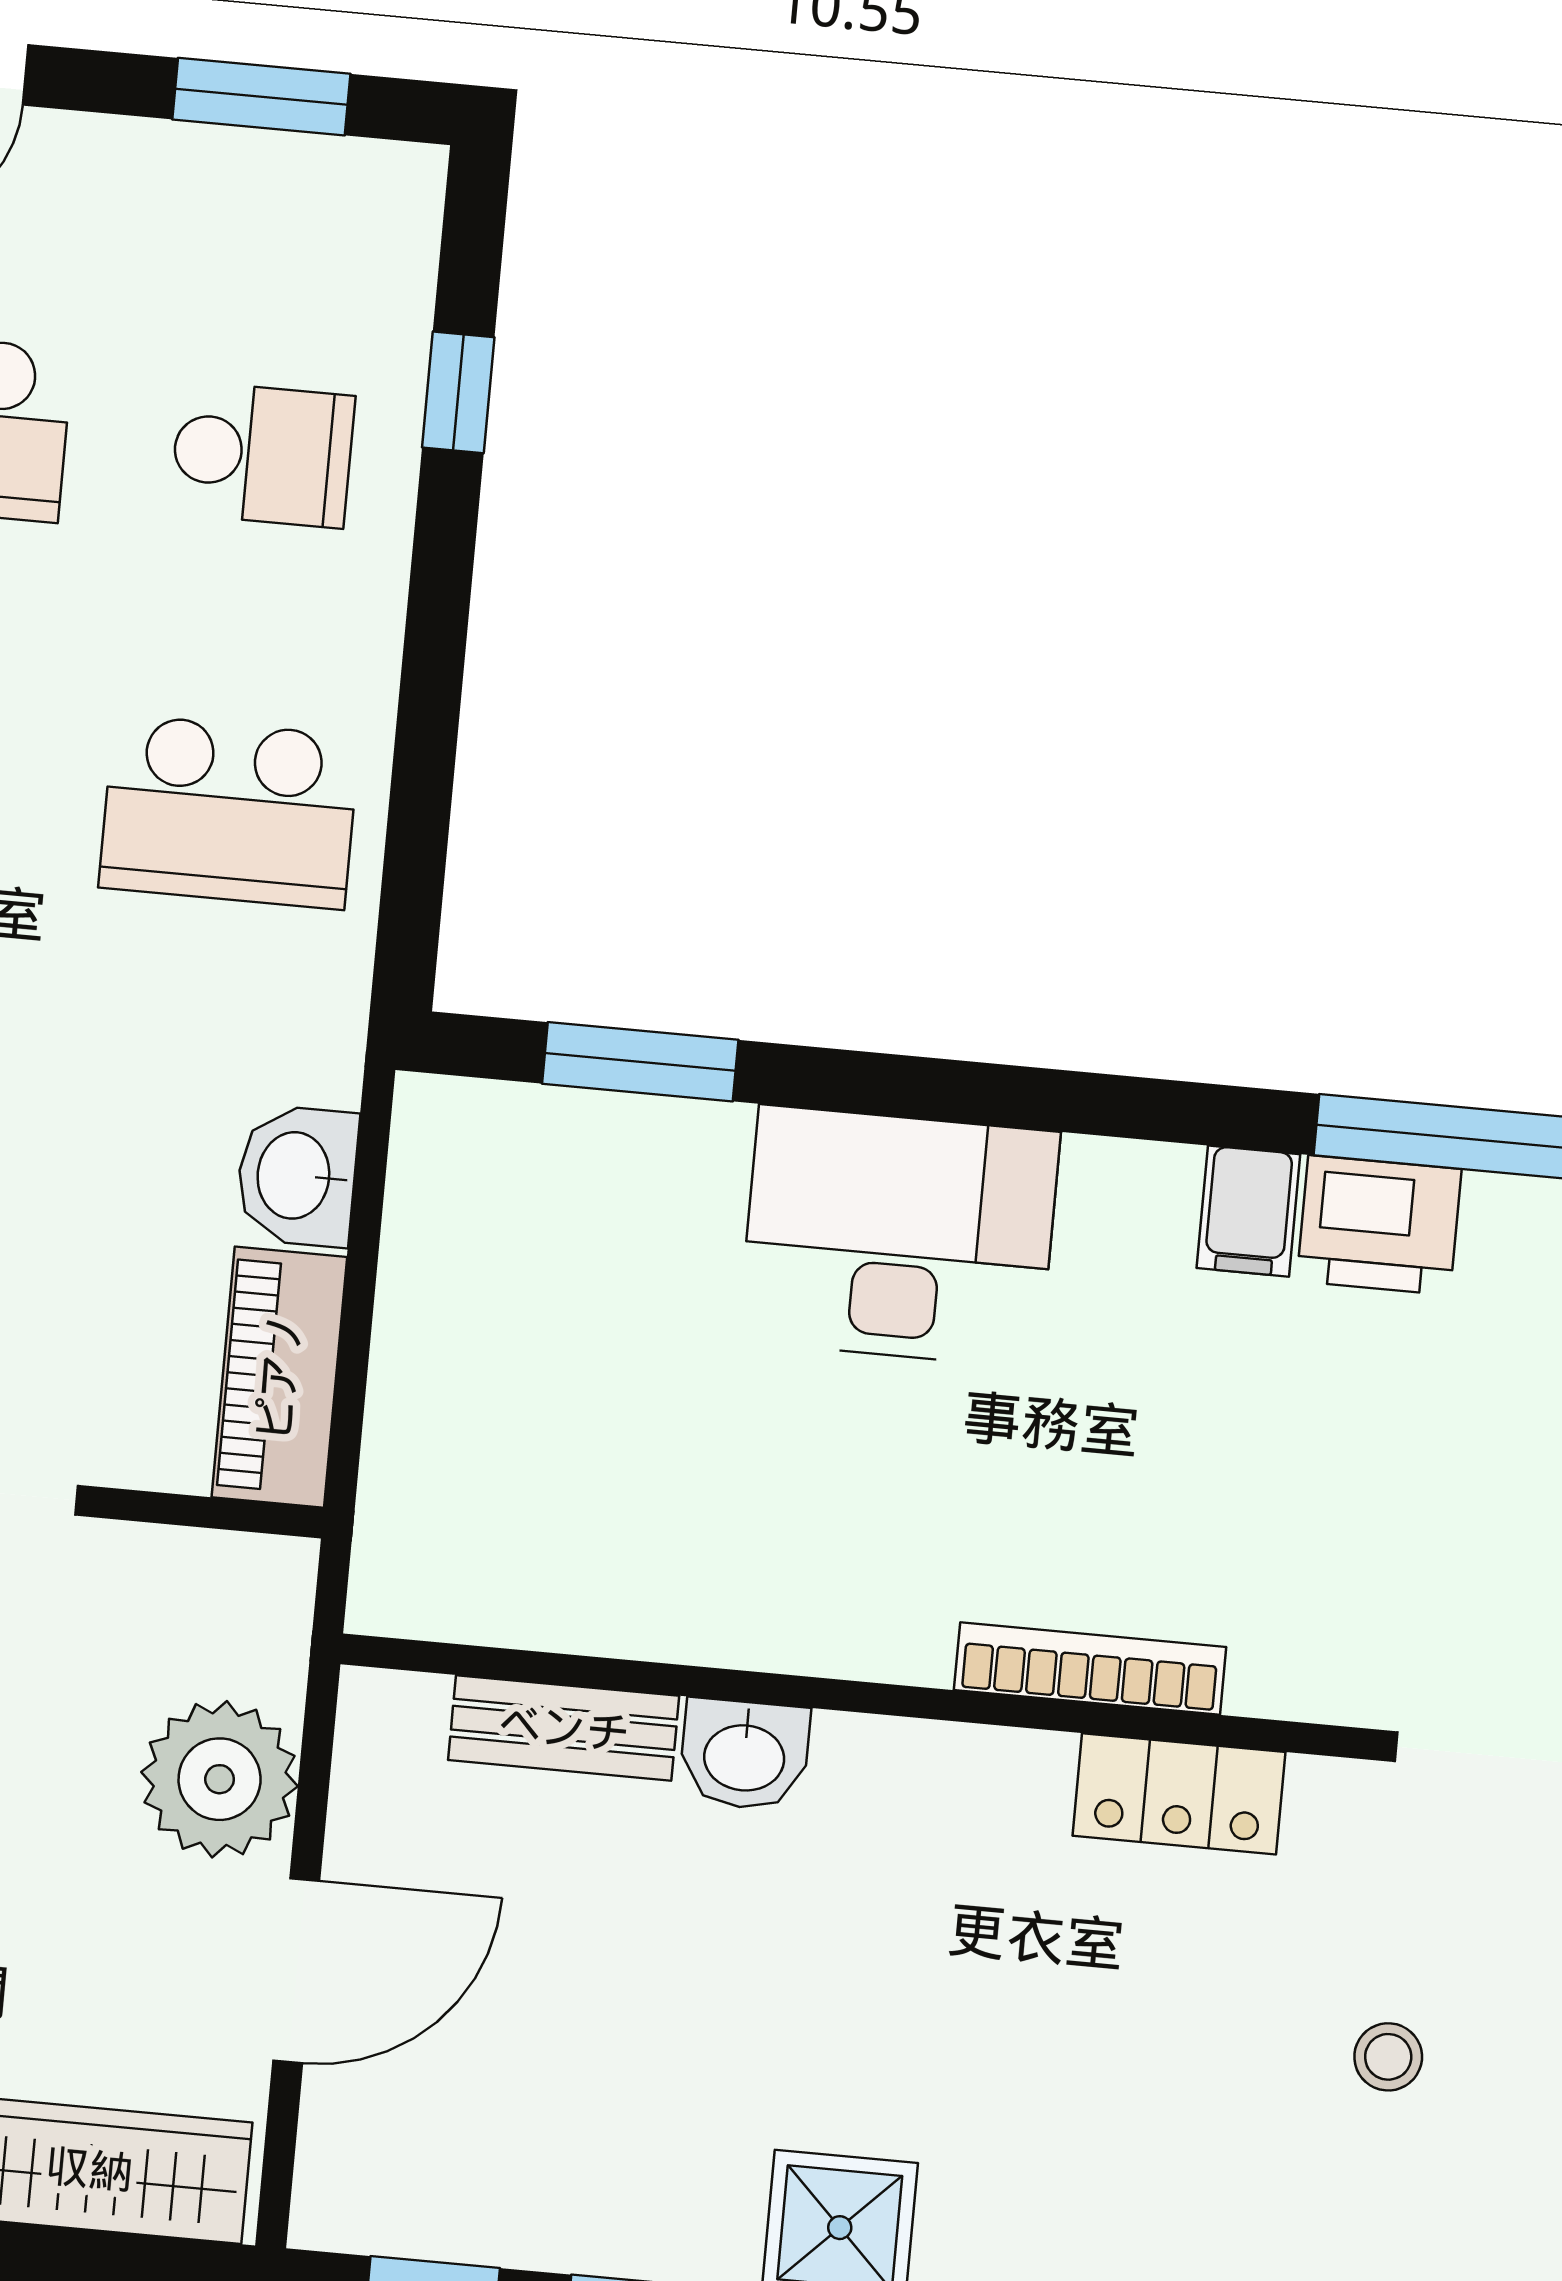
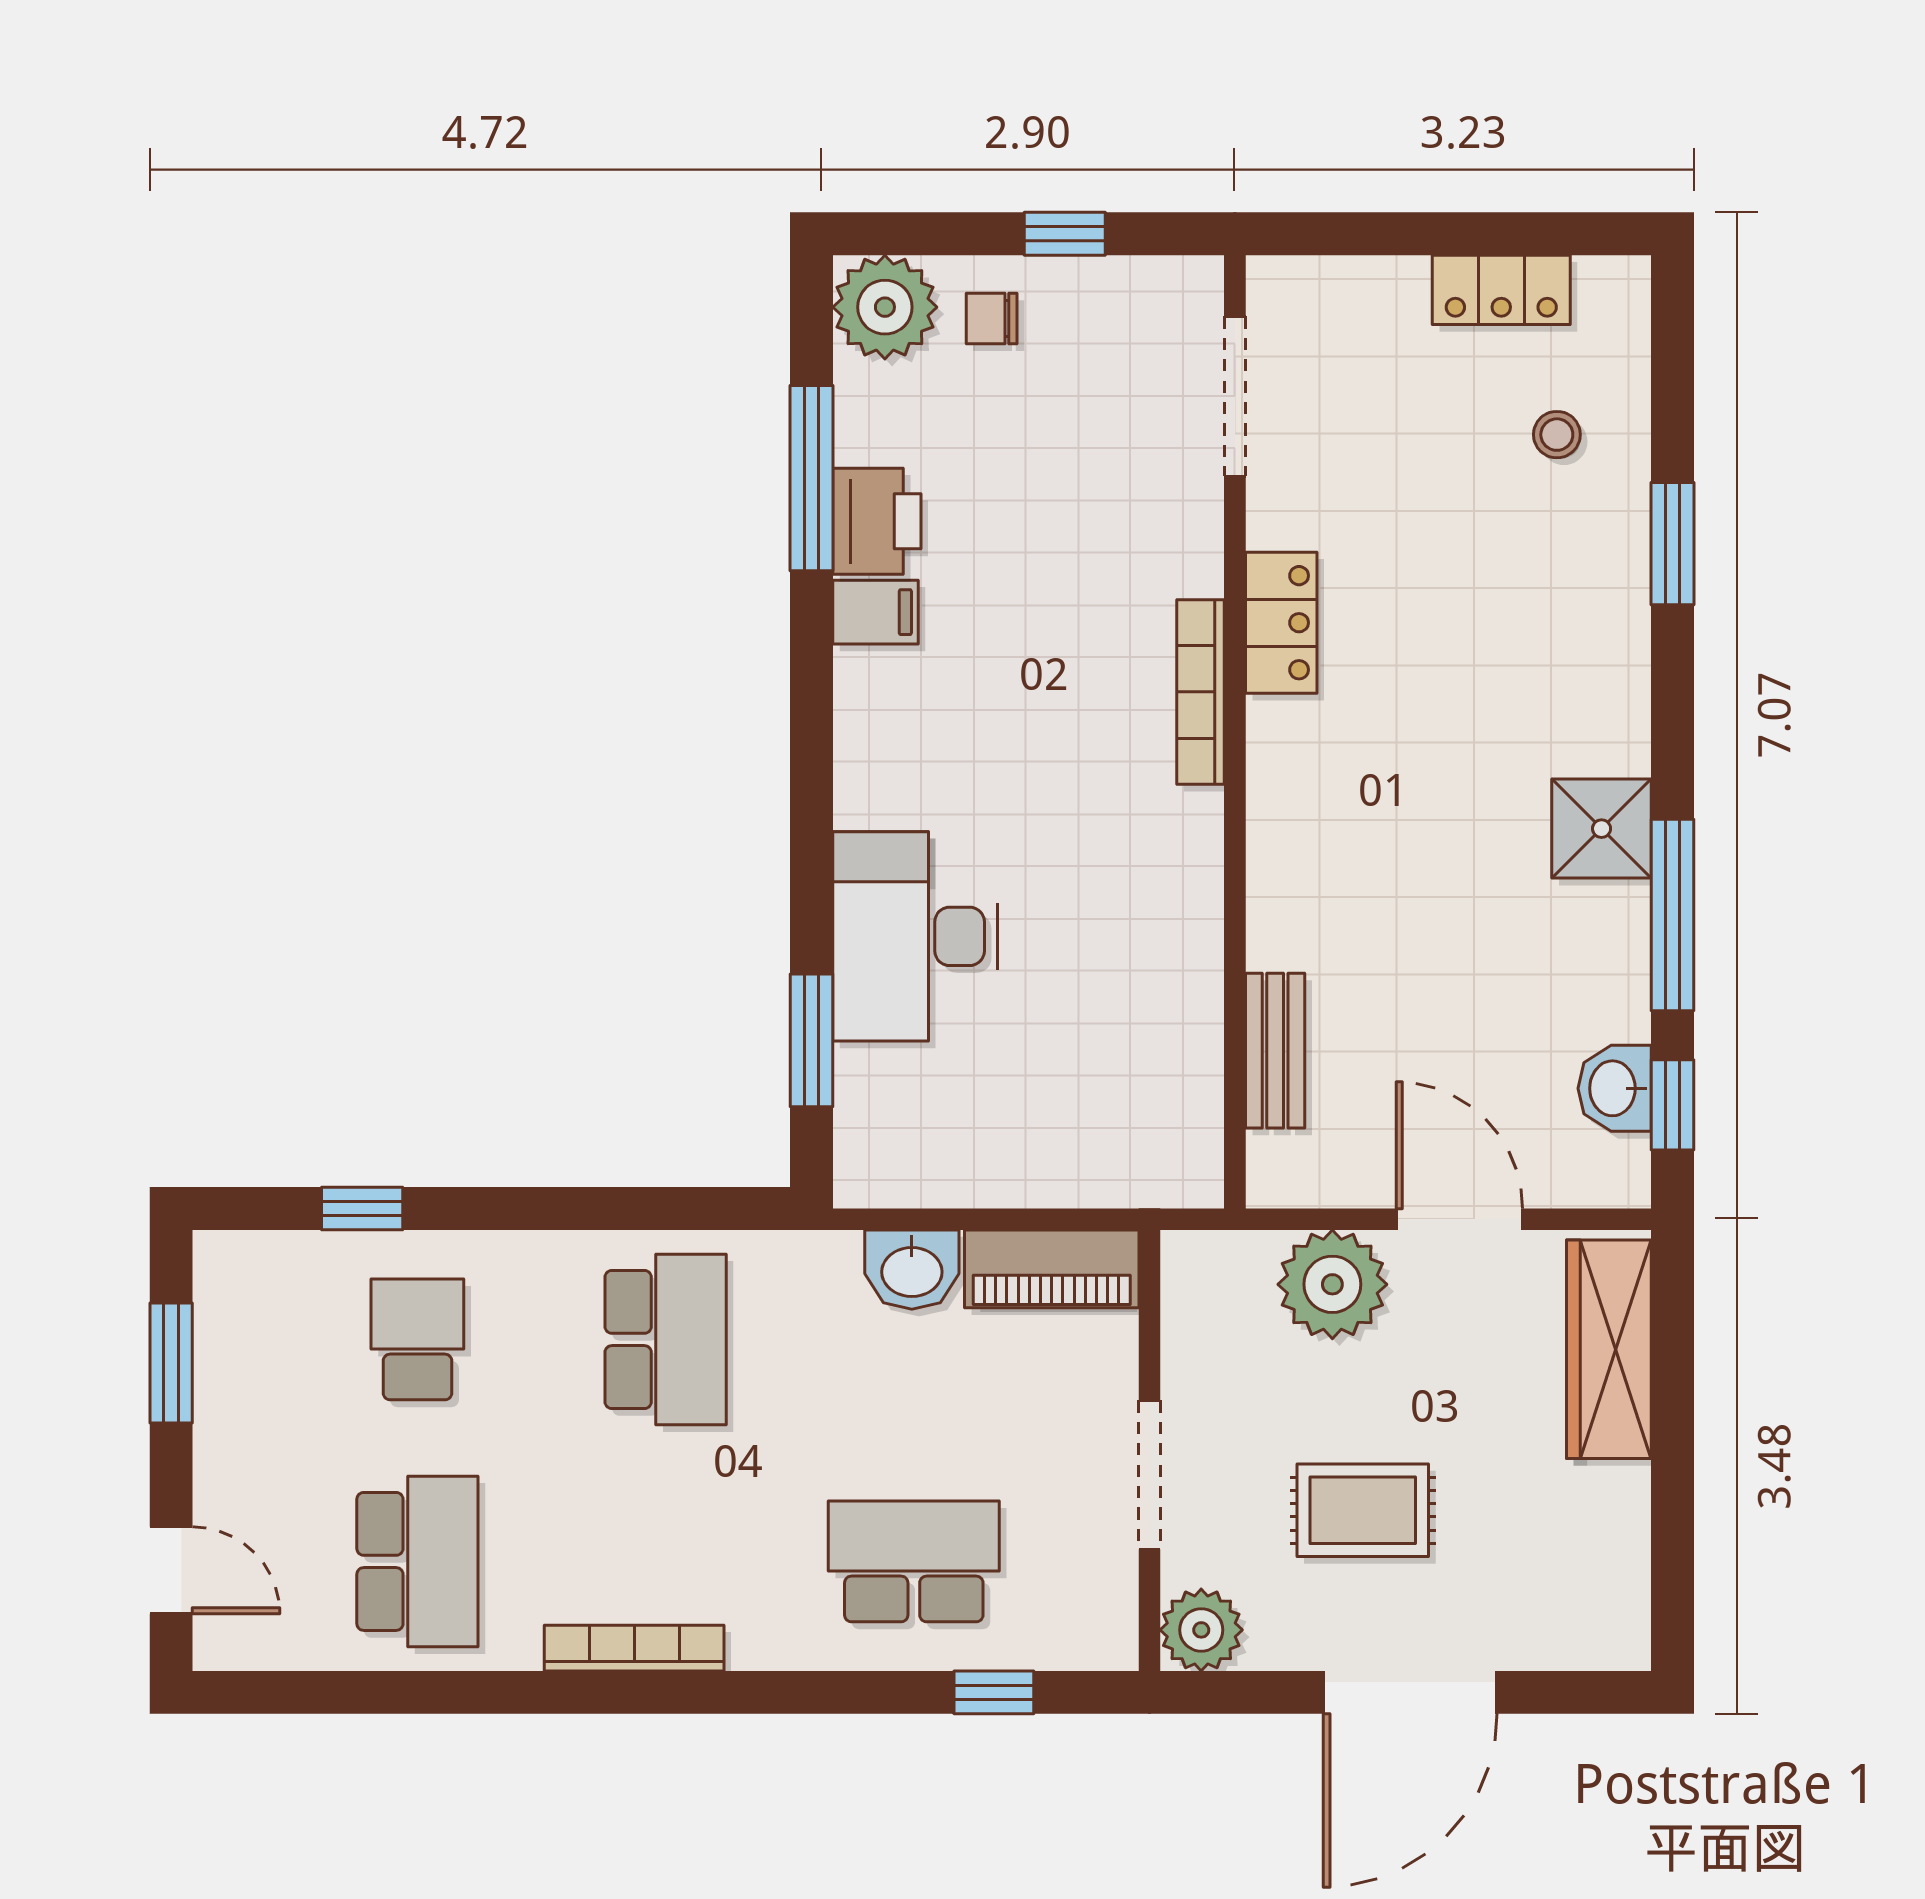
desk: (899, 1236) -> (915, 936), moved
washbasin: (744, 1755) -> (1615, 1088), moved, turned 180
stool: (1388, 2057) -> (1557, 435), moved

